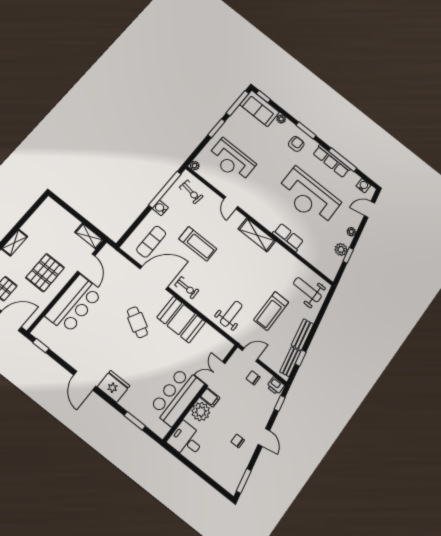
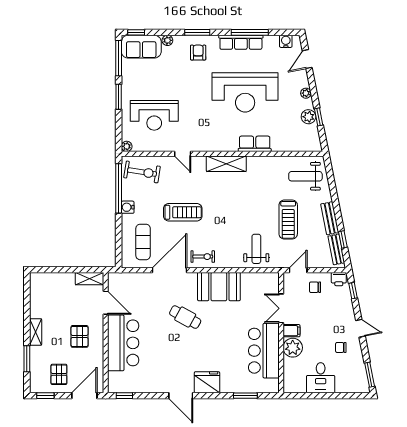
exercise bike: (191, 192) -> (142, 172), width x1.38, depth x1.39
pallet: (45, 273) -> (80, 336), width x0.67, depth x0.71
desk: (186, 440) -> (321, 378), moved, turned -90

